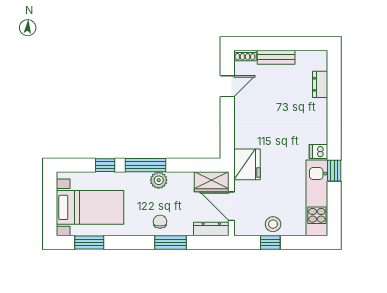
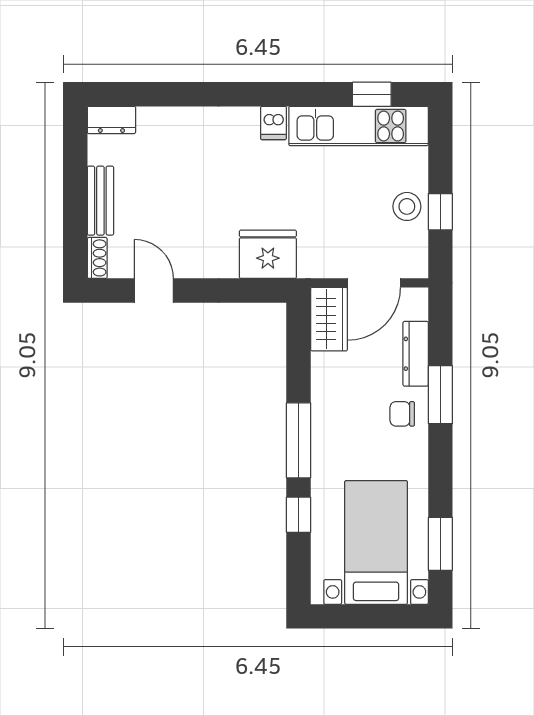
dresser: (320, 84) -> (111, 120), moved
fridge: (247, 164) -> (268, 254), moved
window: (334, 171) -> (372, 94), moved
plant: (159, 180) -> (326, 416), removed
dresser: (211, 229) -> (416, 354), moved

